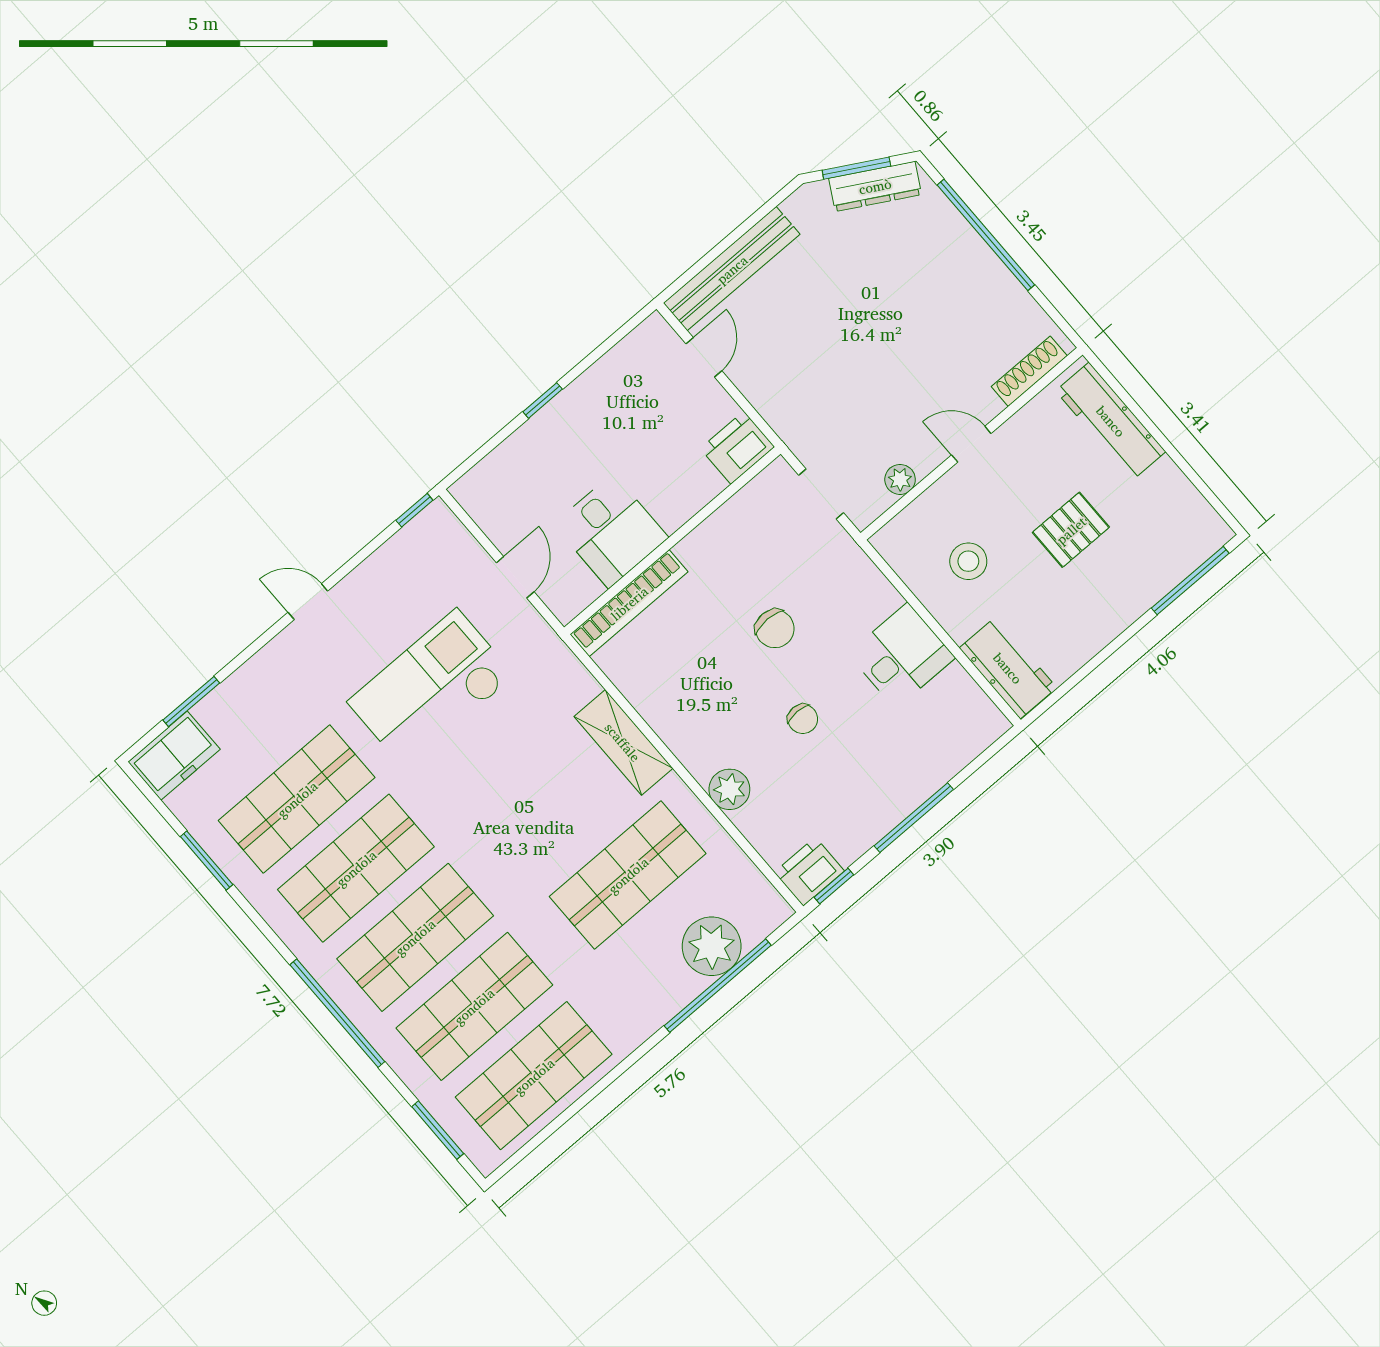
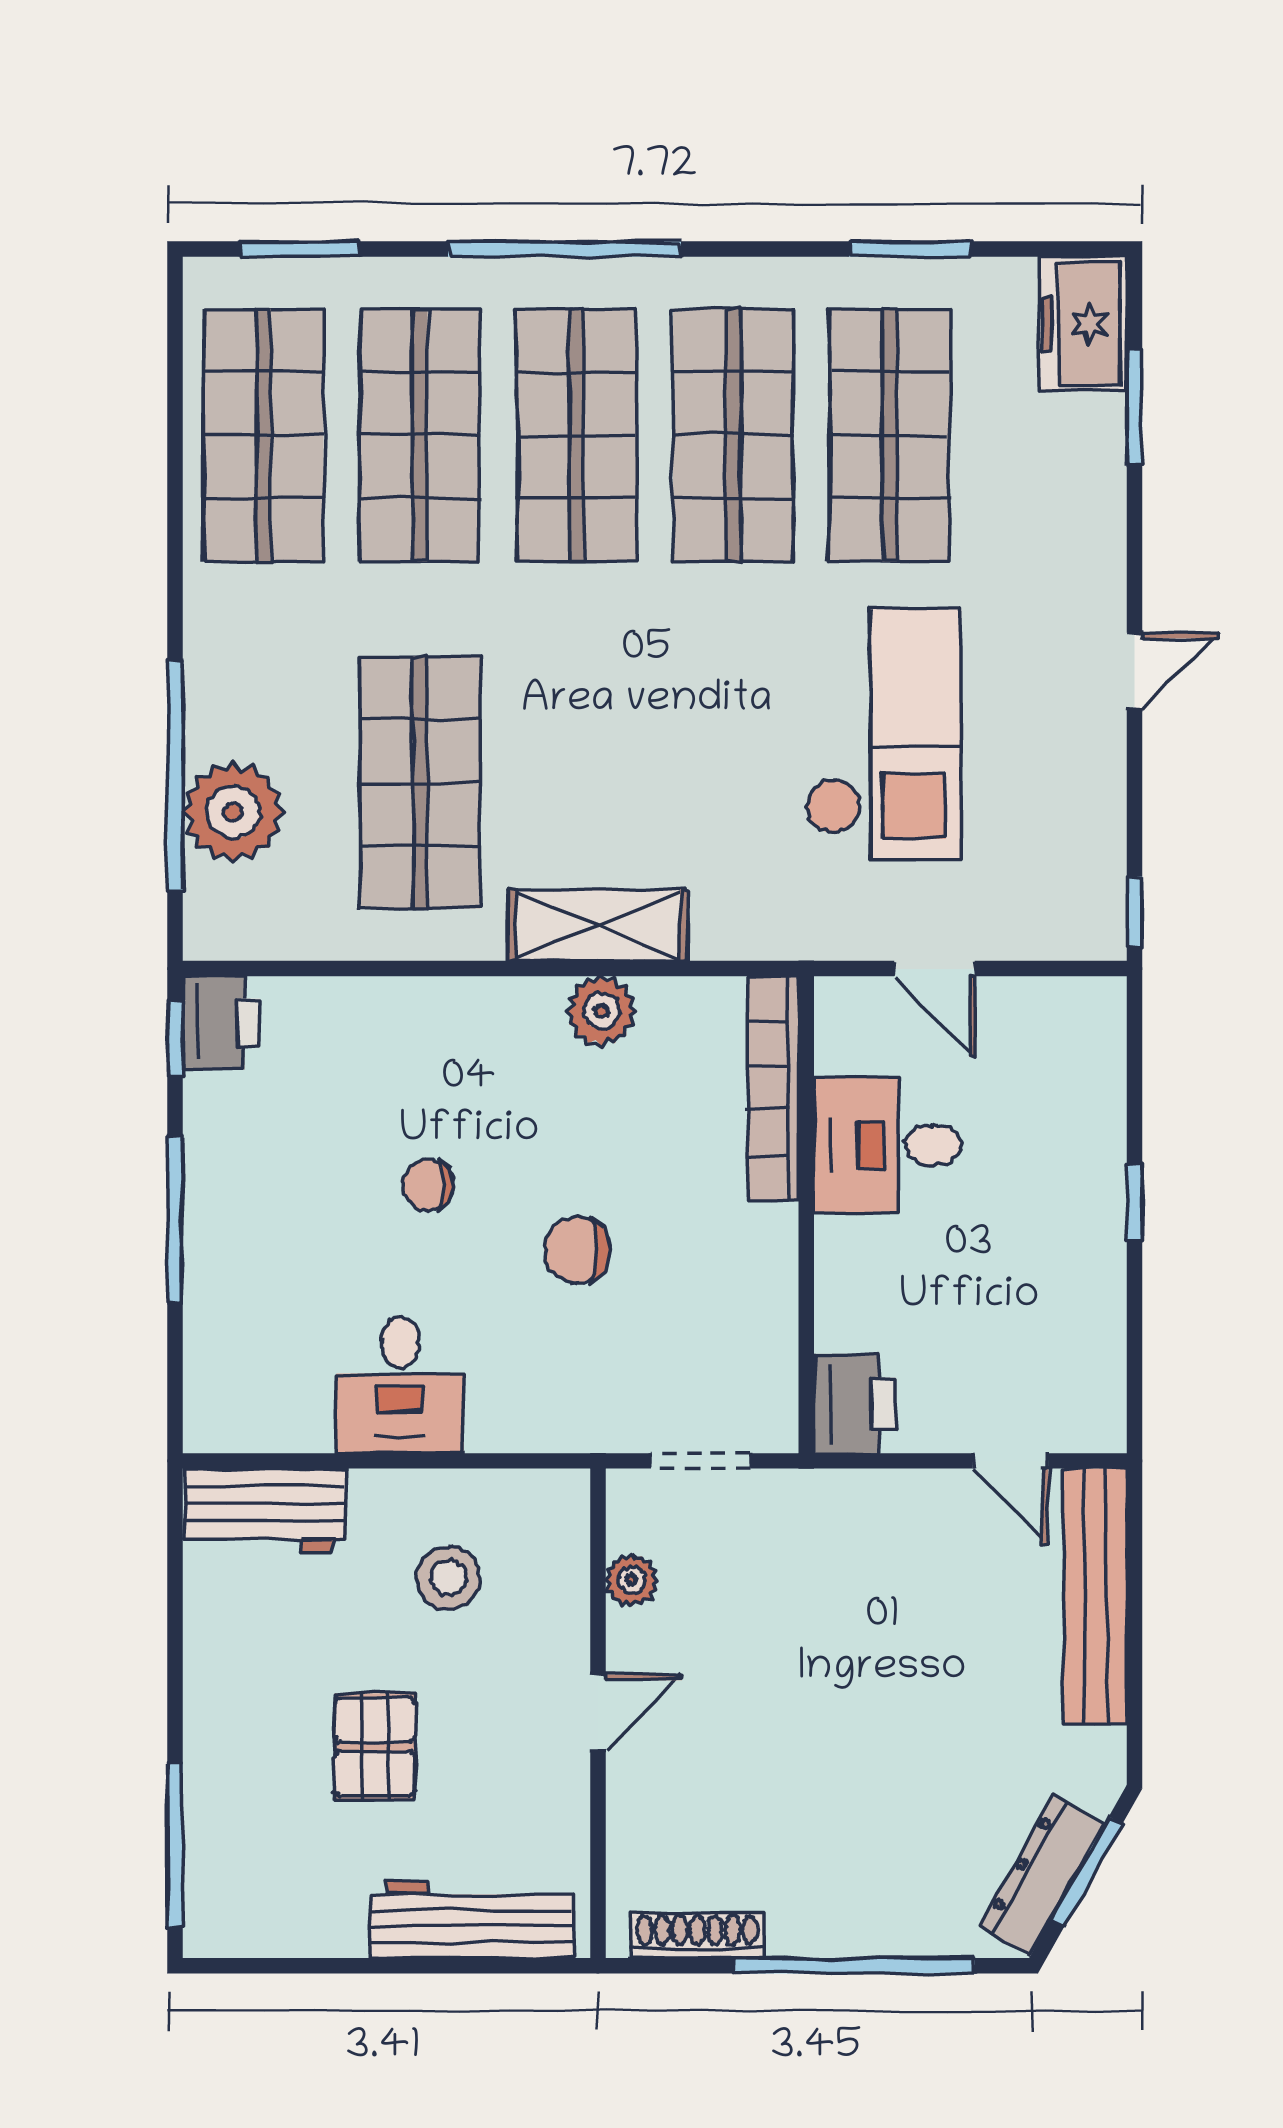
shoe rack: (1029, 371) -> (697, 1936), moved, turned -90
plant: (729, 789) -> (601, 1011), moved

